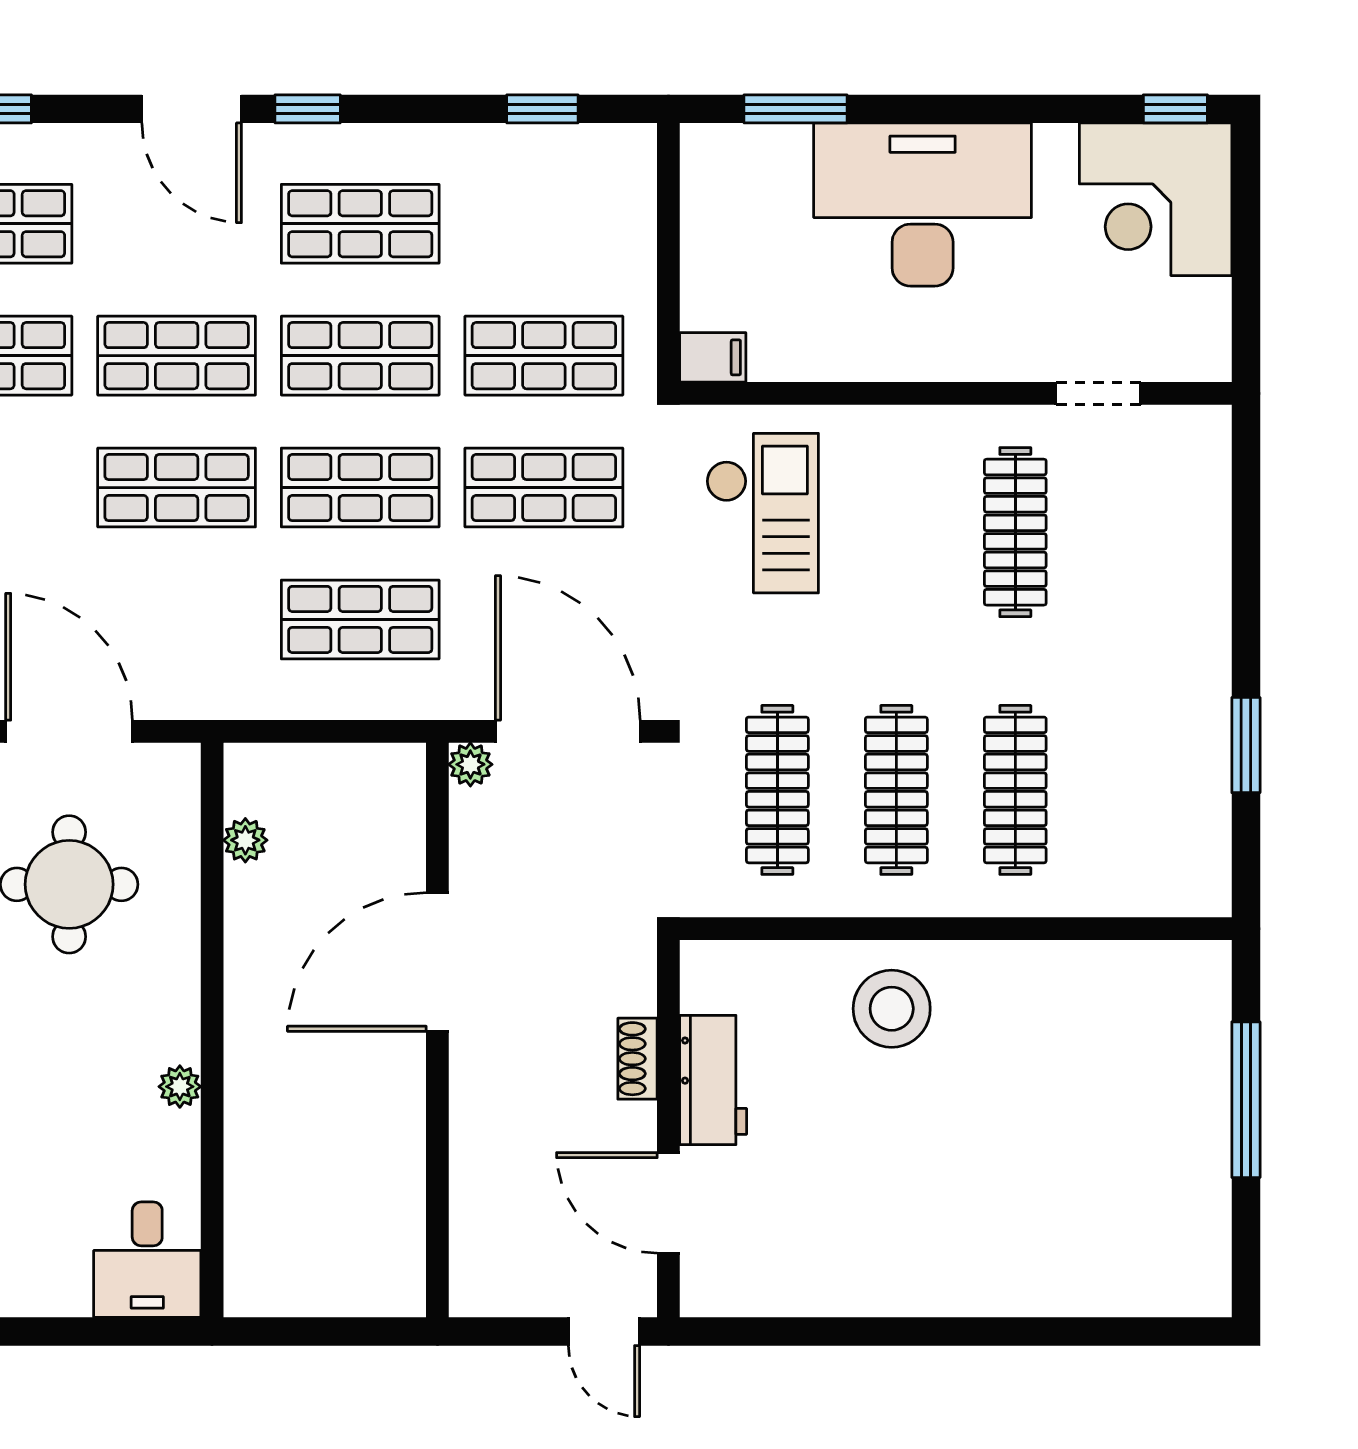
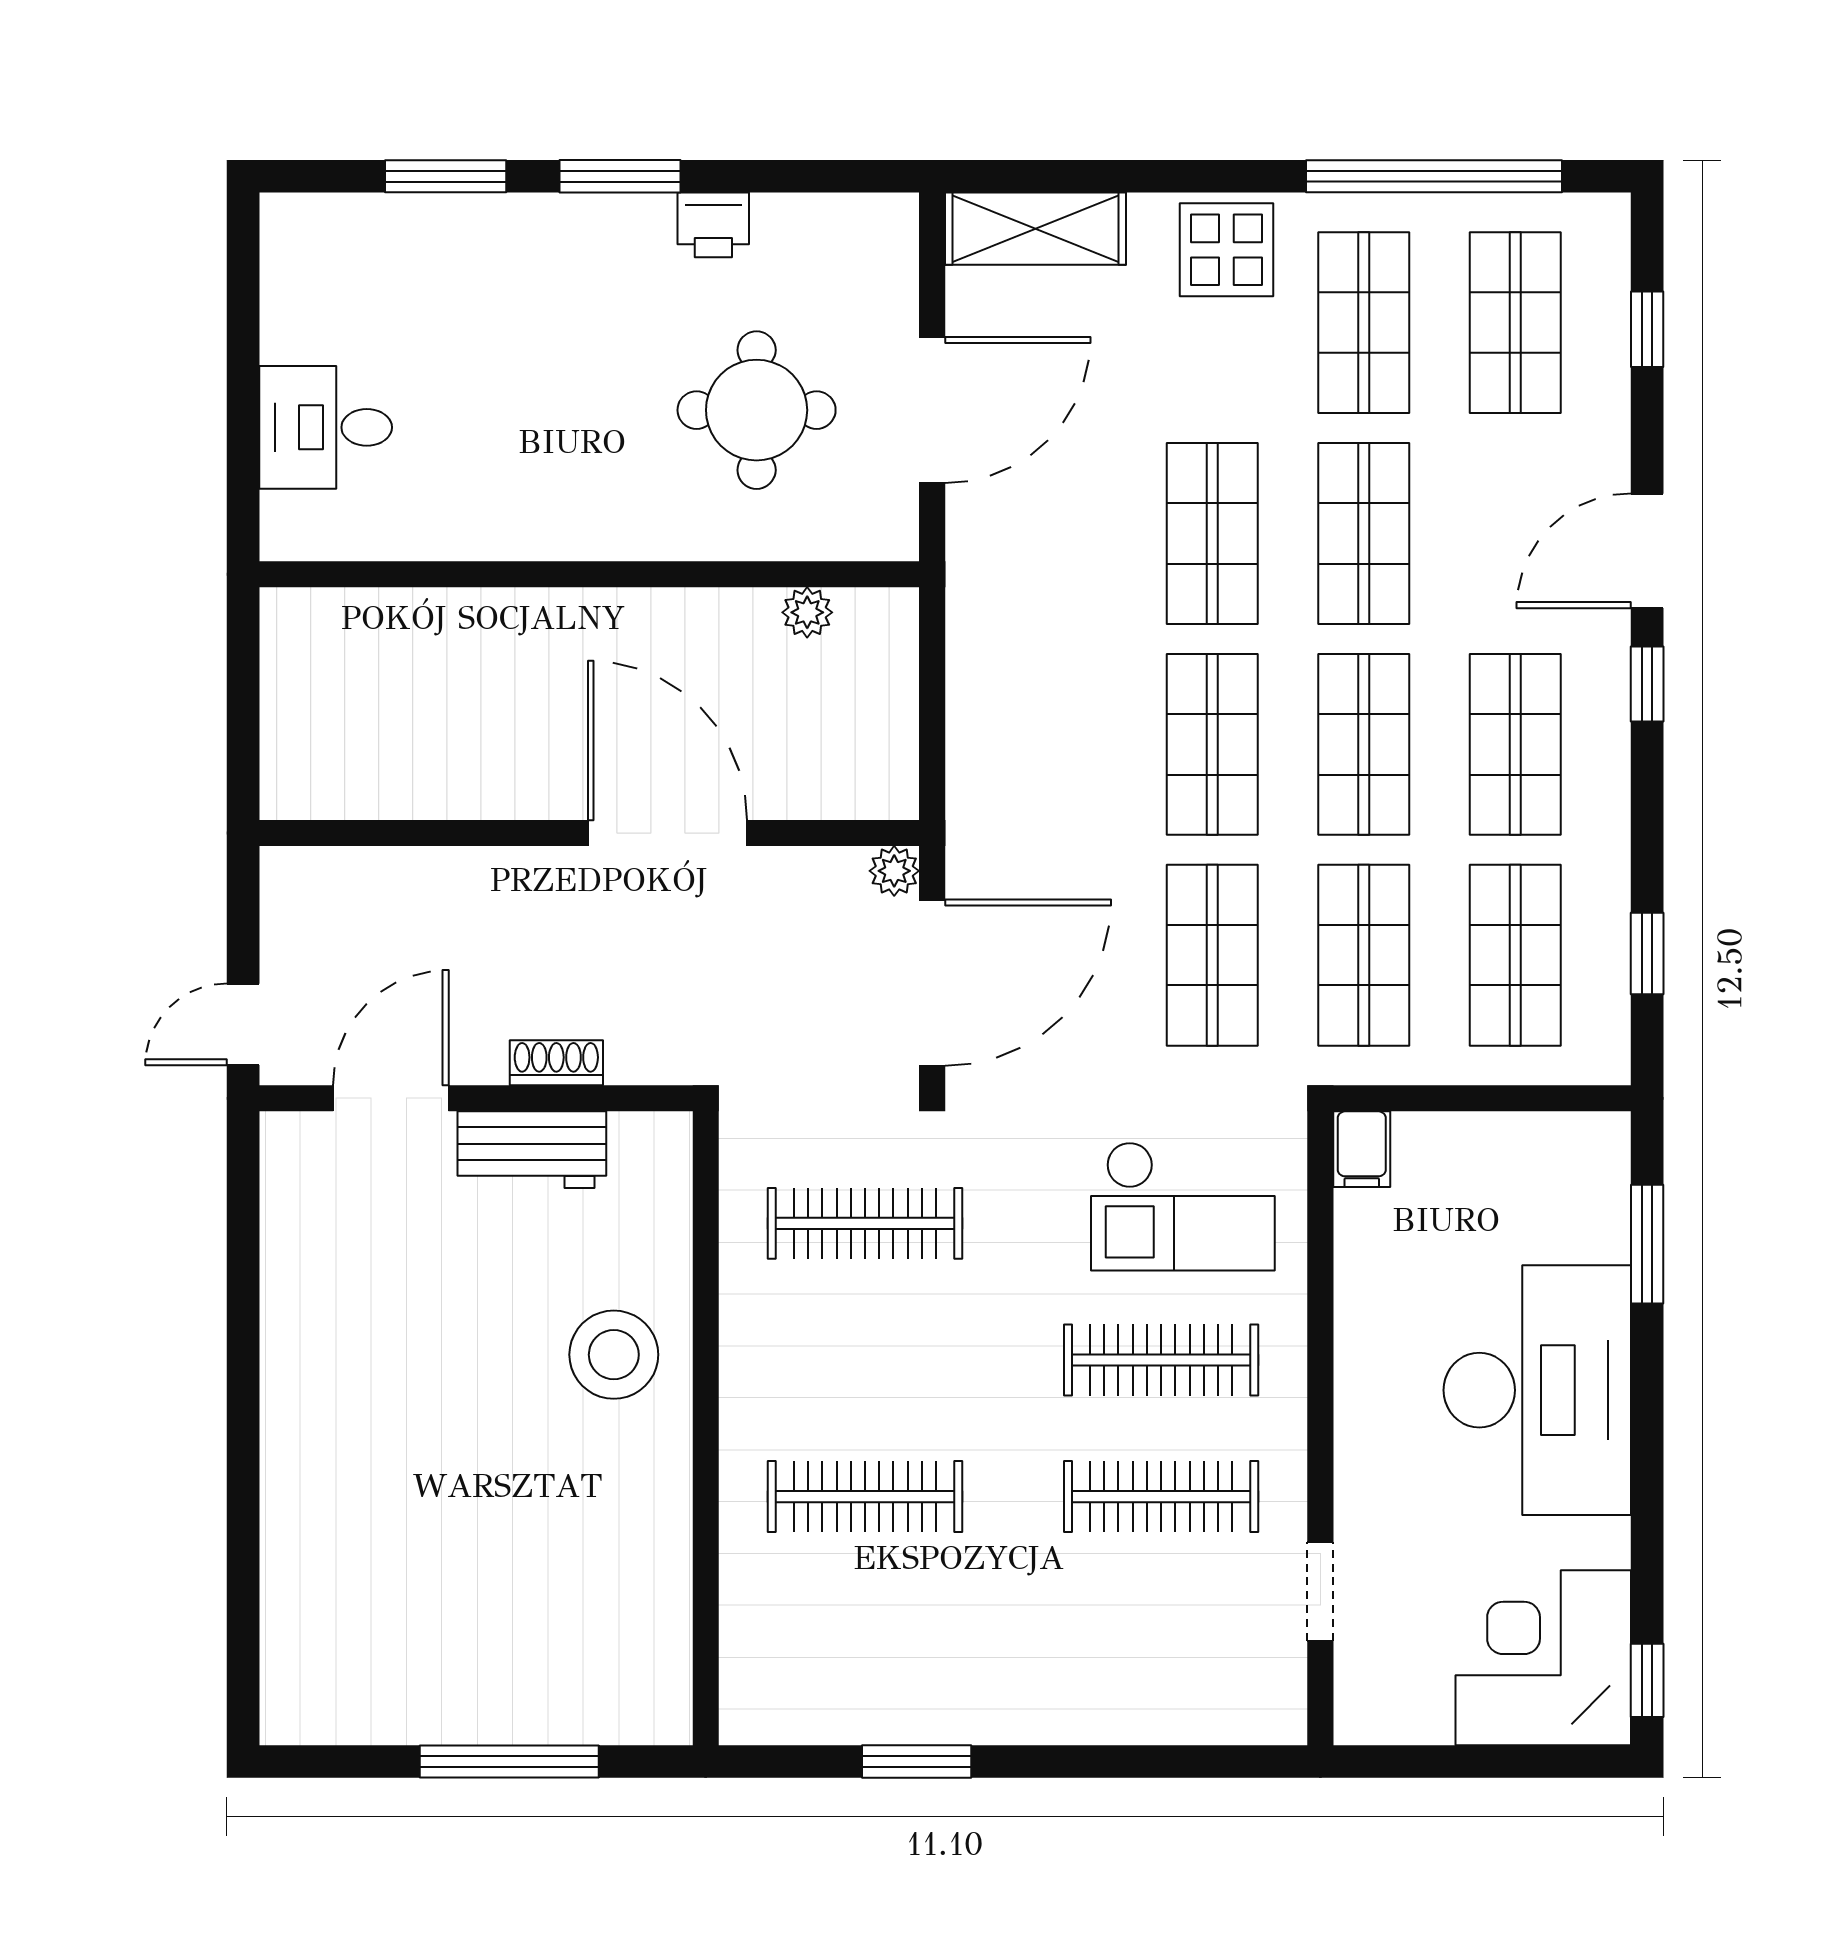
shop shelf: (360, 619) -> (1515, 955), moved
clothes rail: (896, 790) -> (1161, 1360), moved
plant: (180, 1087) -> (524, 537), removed
desk: (147, 1260) -> (326, 427), moved

